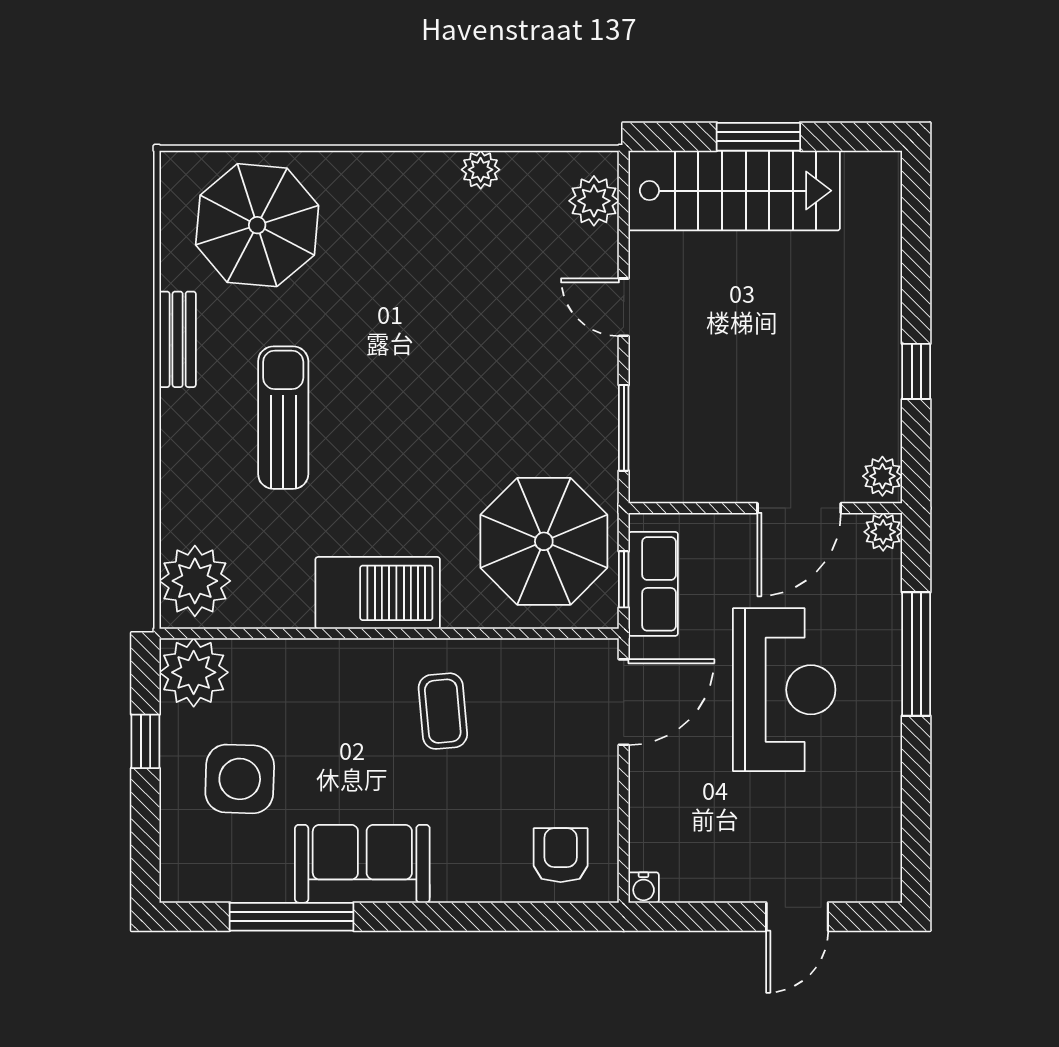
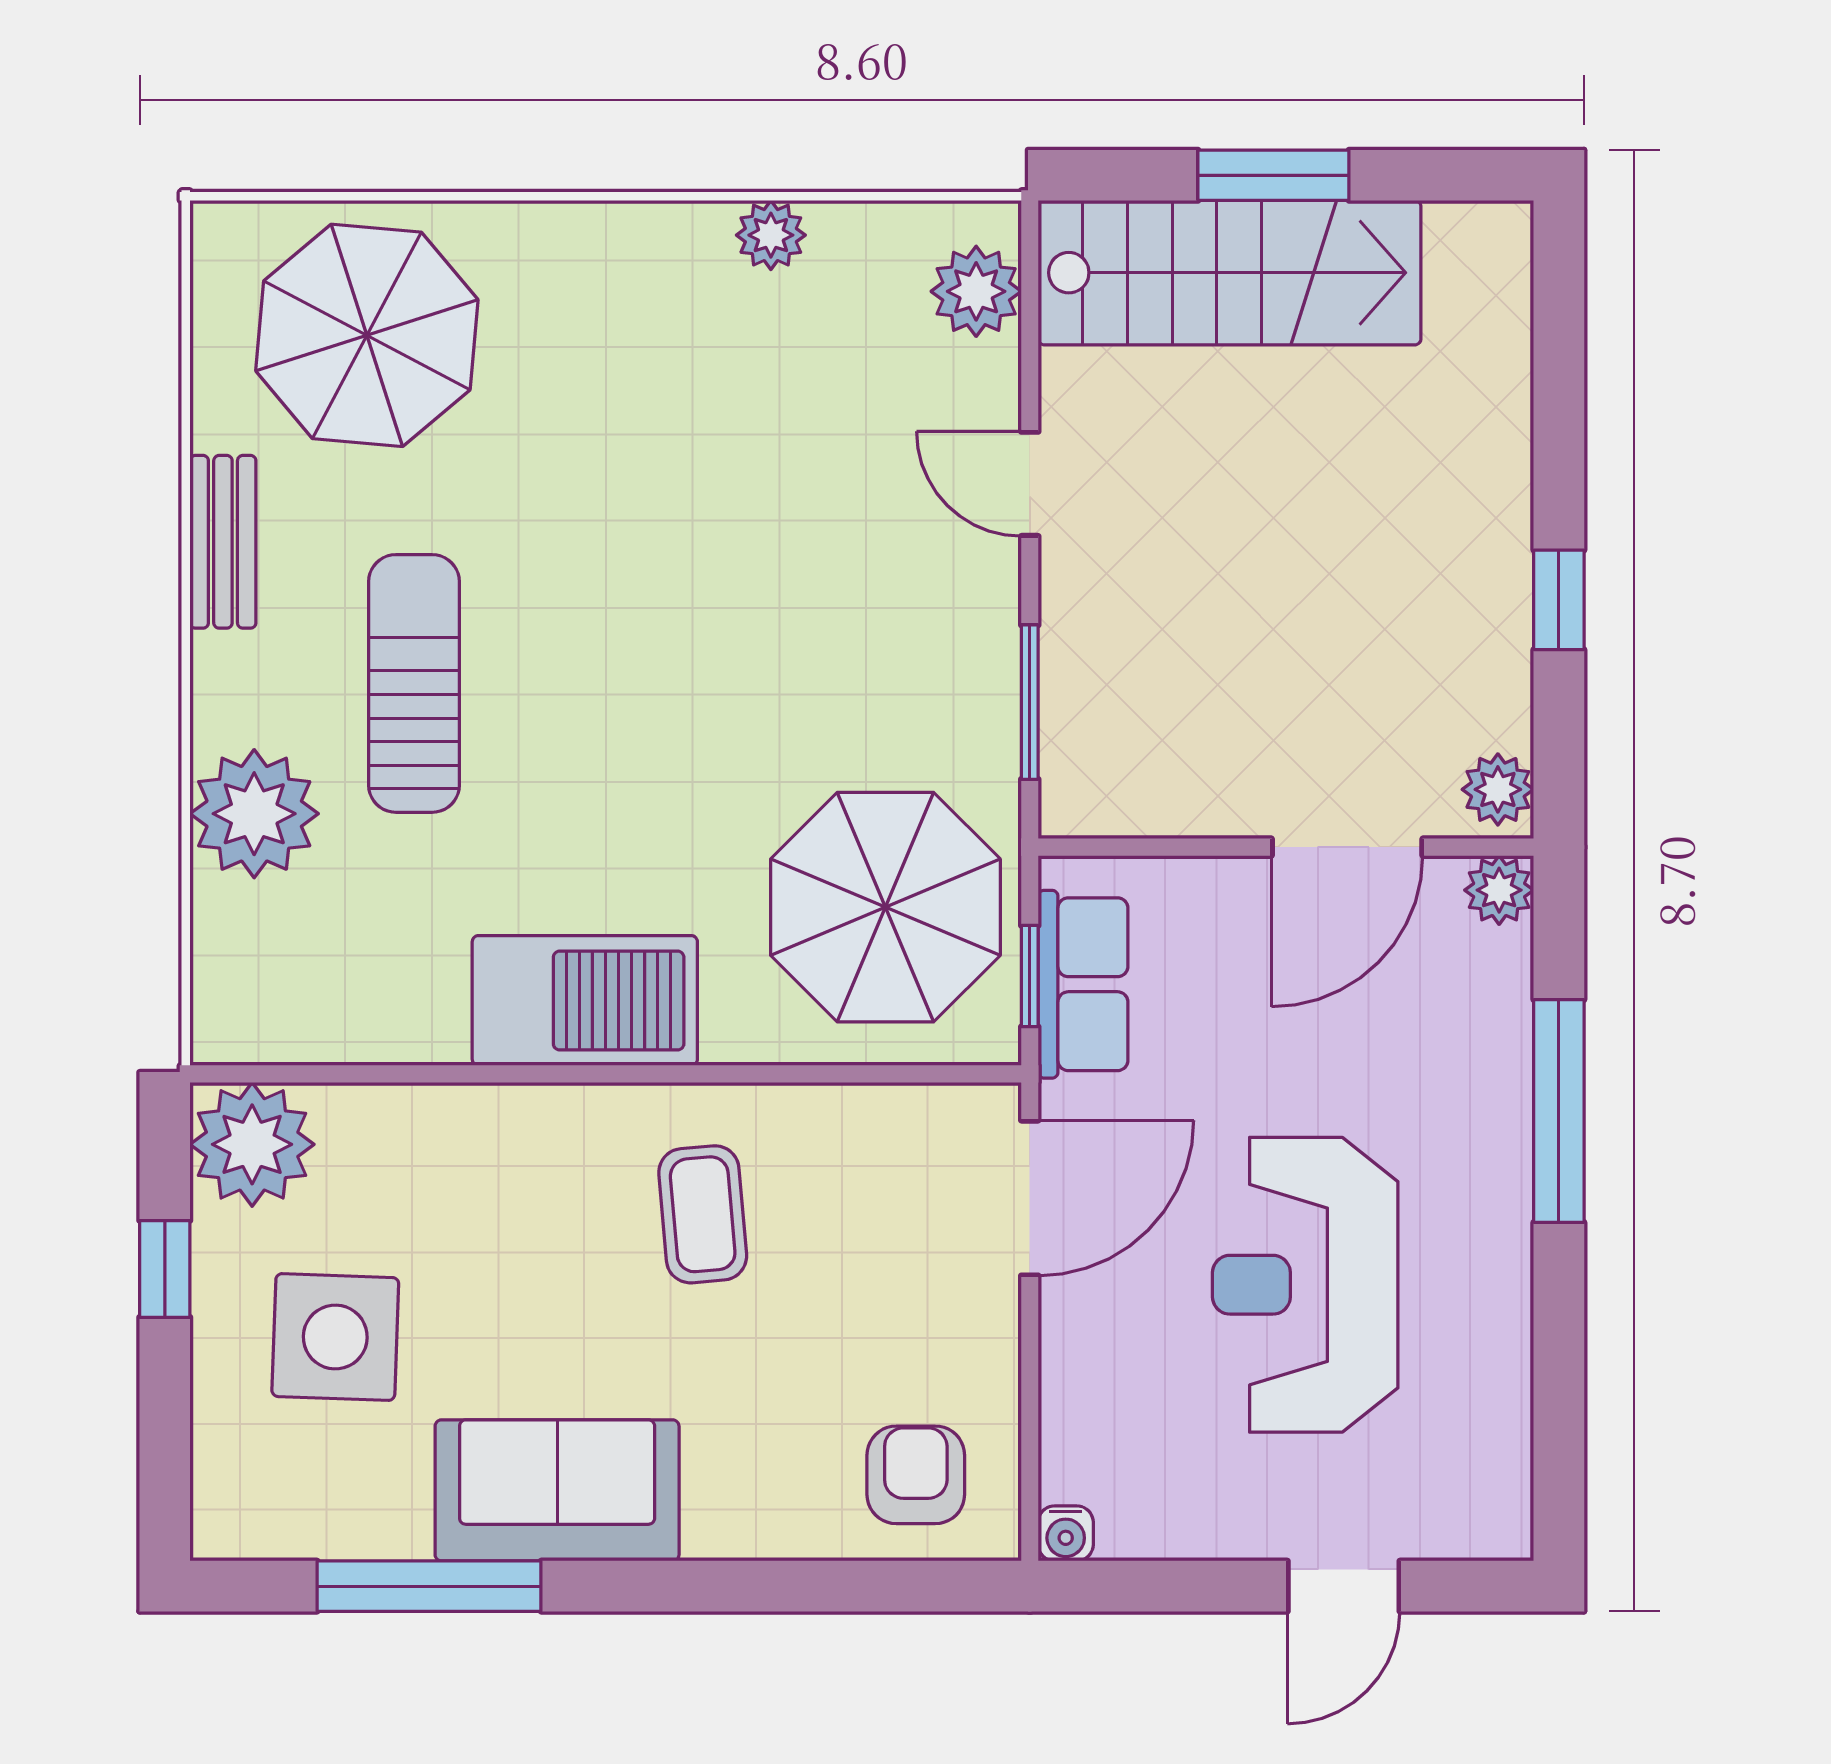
plant: (195, 581) -> (254, 814), moved
reception desk: (784, 690) -> (1305, 1285), moved, turned 180

